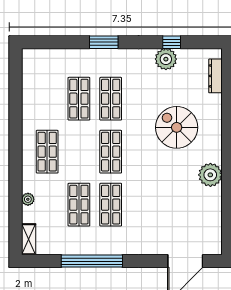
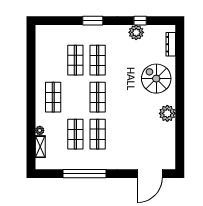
spiral stairs: (177, 127) -> (156, 79), moved
shelving: (29, 239) -> (40, 147), moved

